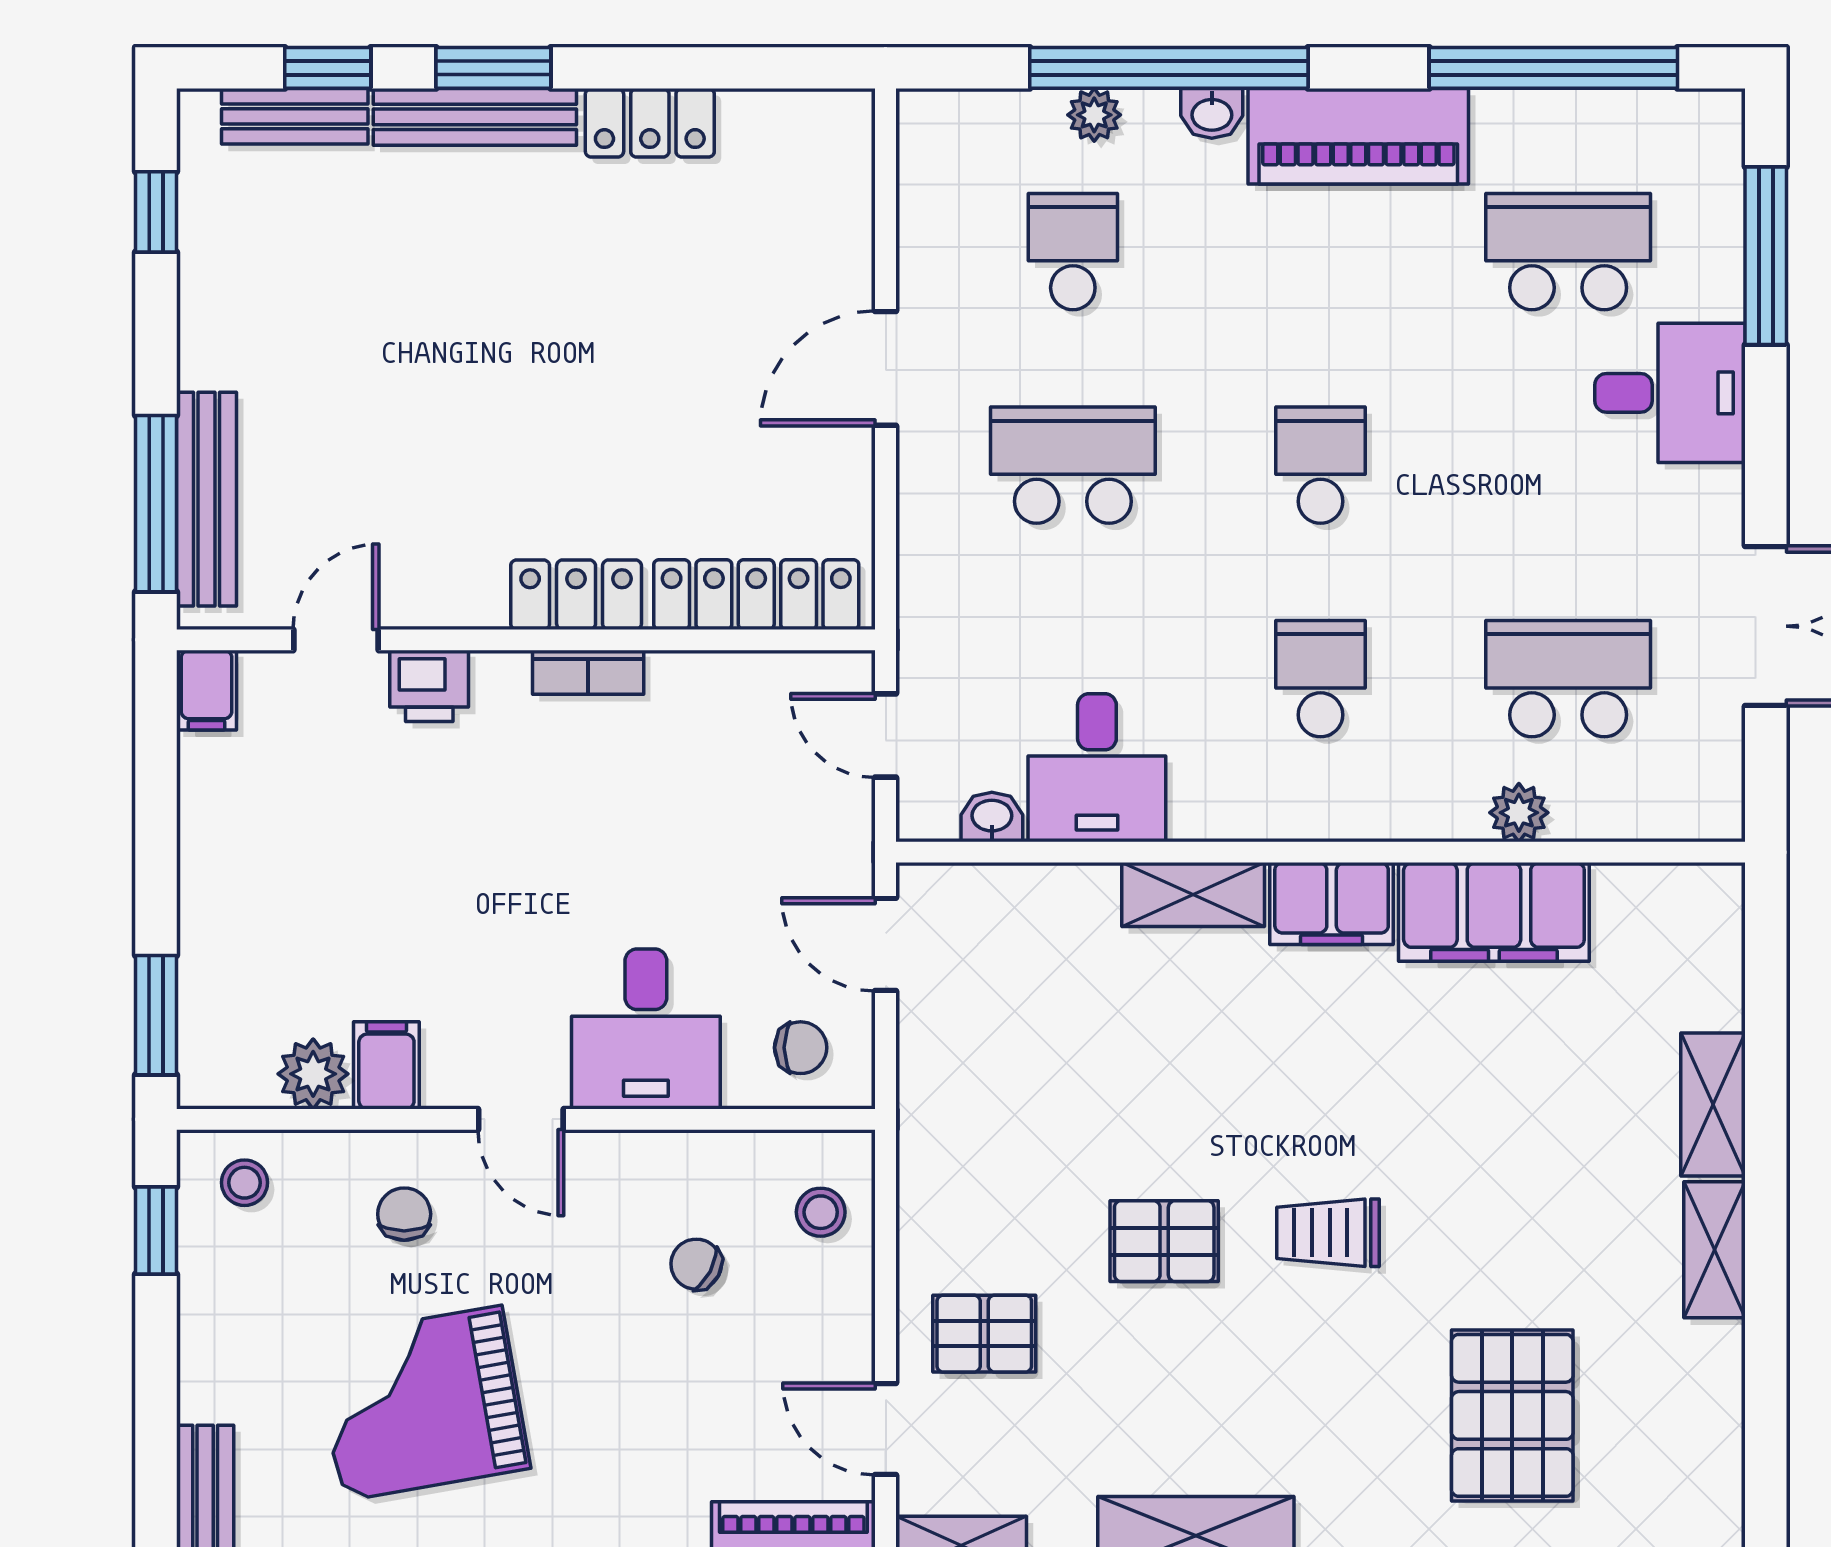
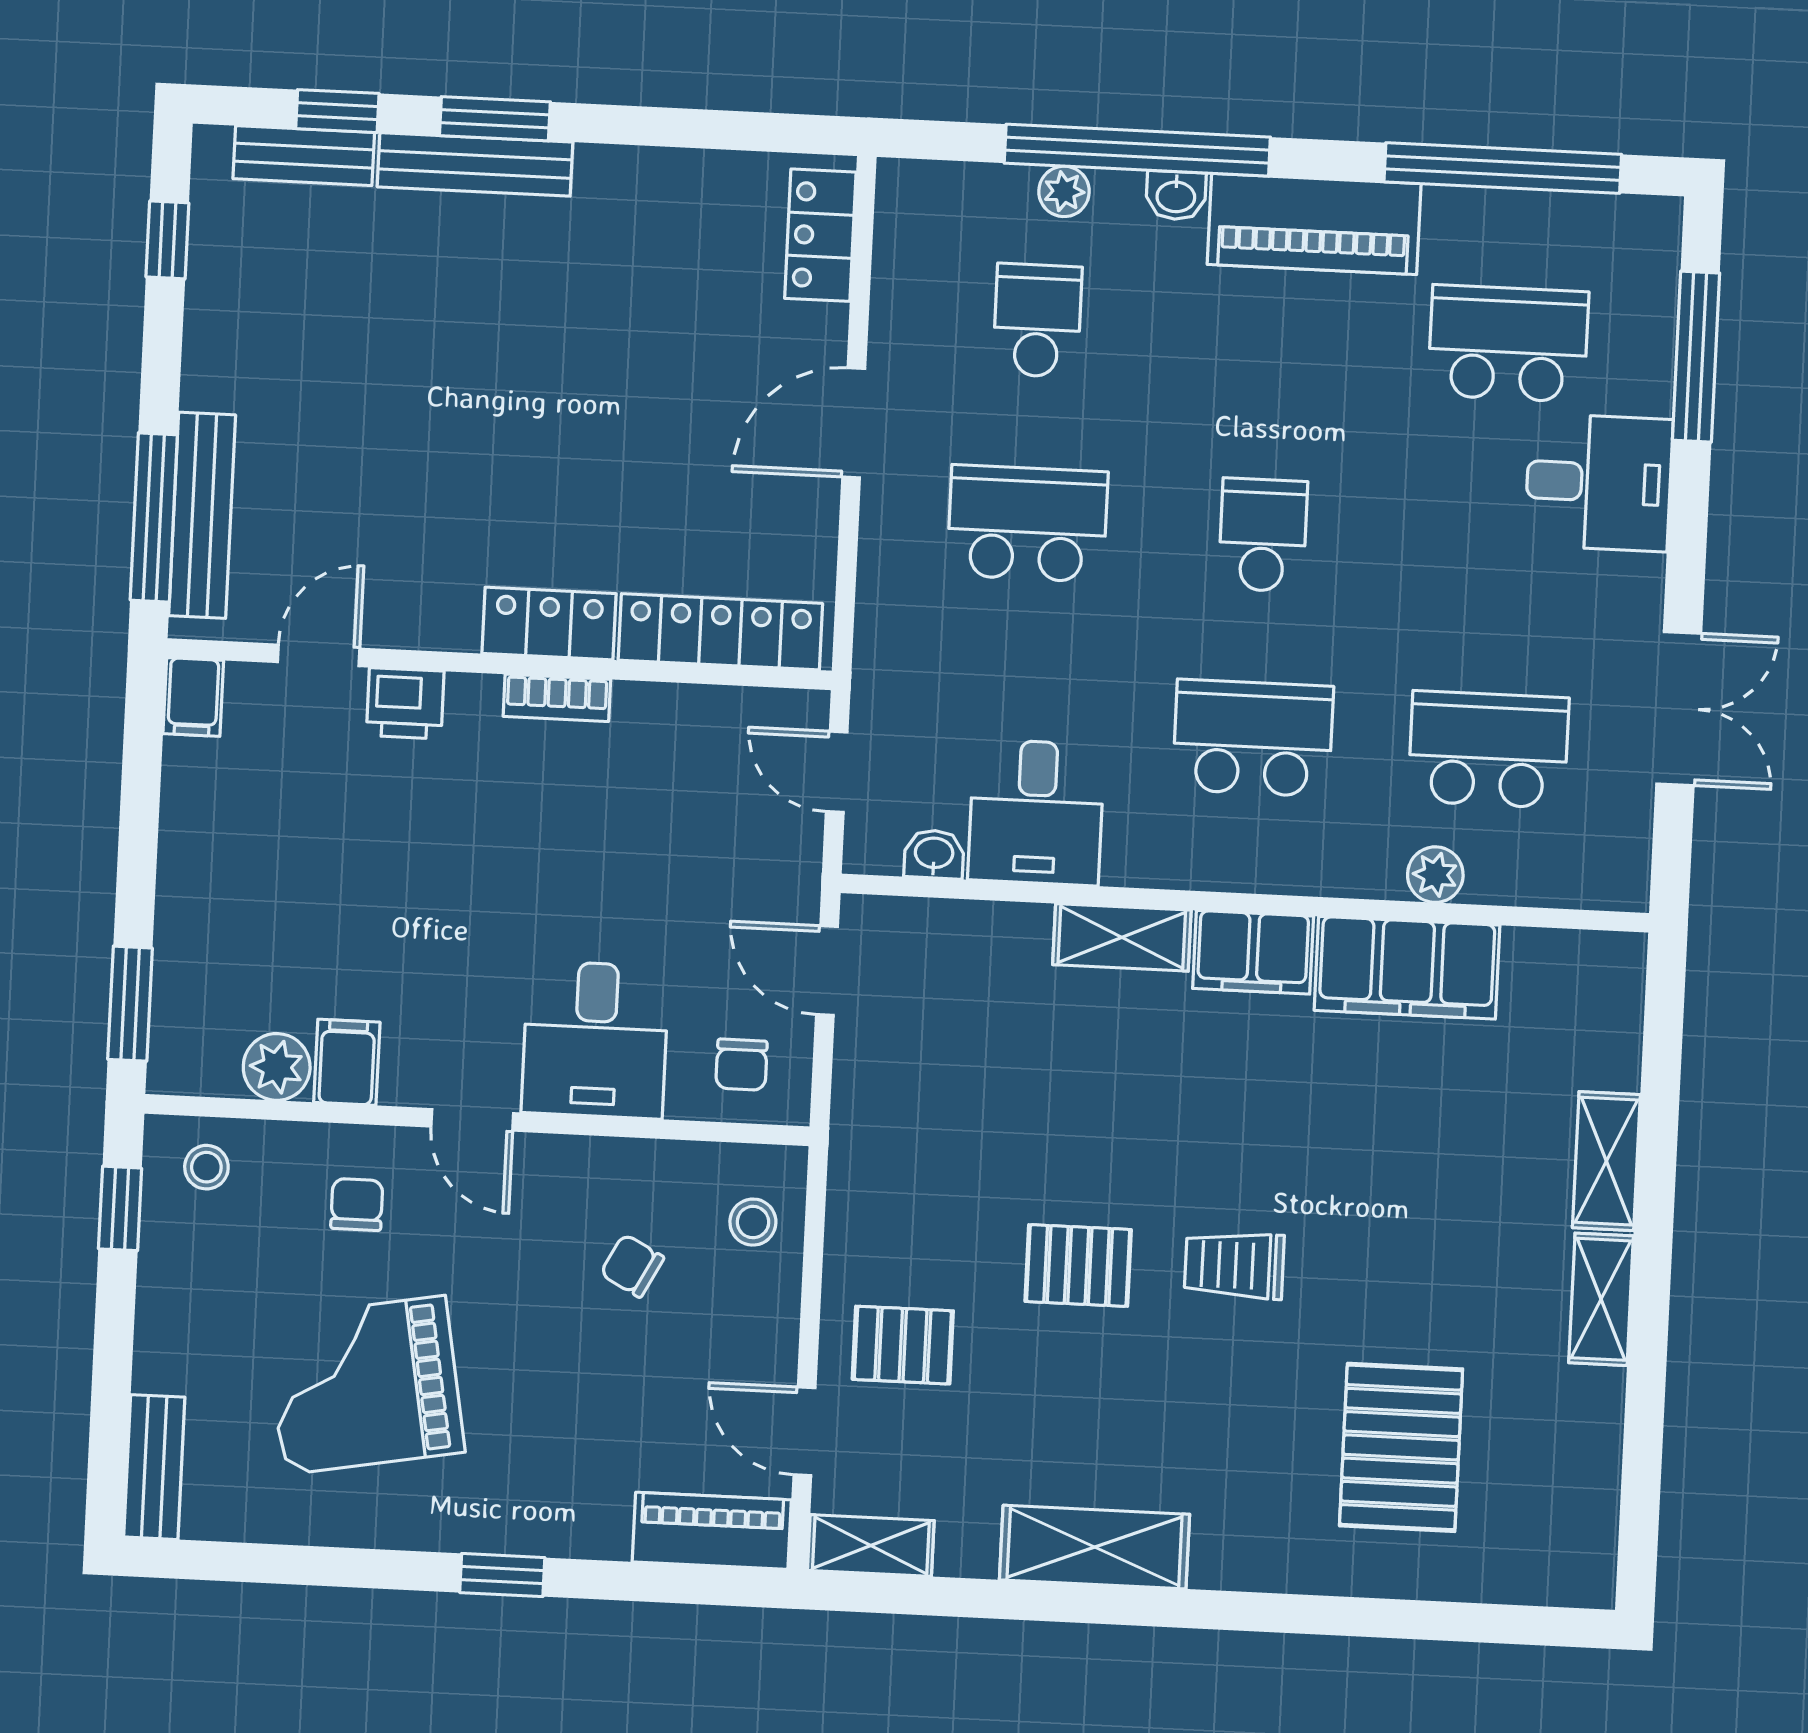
locker: (650, 123) -> (820, 235), moved, turned 90
school desk: (1320, 679) -> (1253, 738), width x1.85
chair: (801, 1048) -> (741, 1065), turned 90

